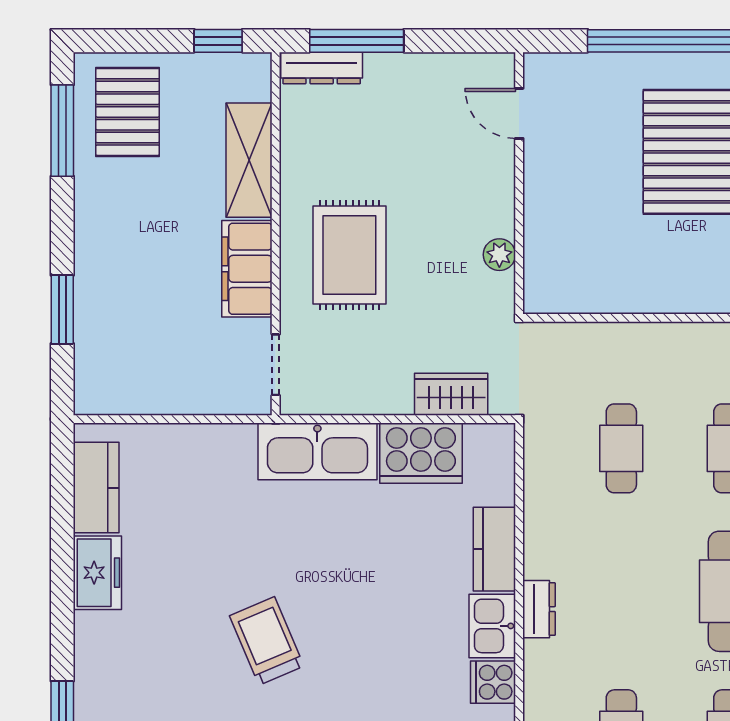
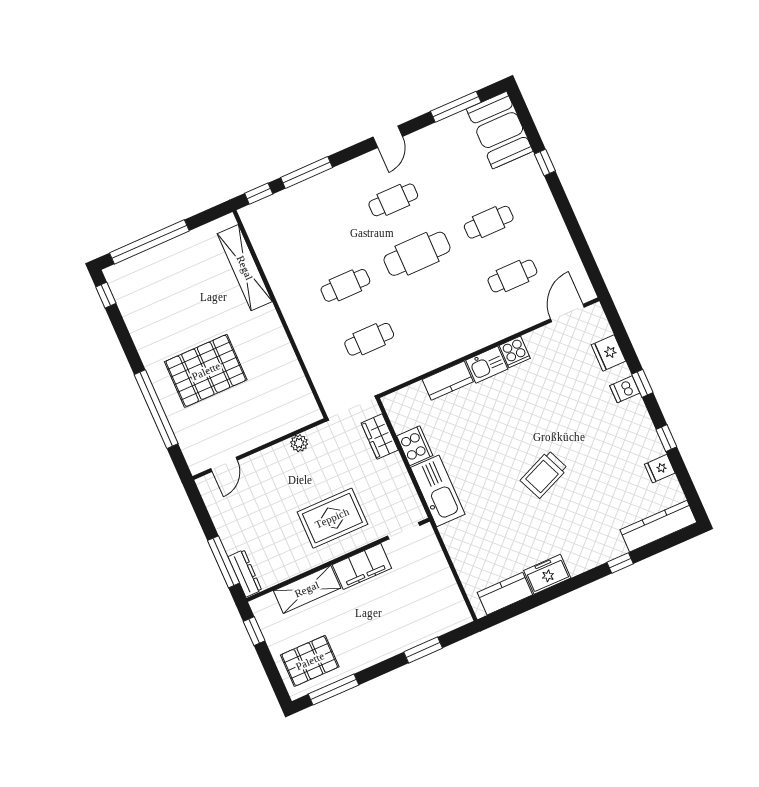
cooker: (421, 453) -> (415, 446), width x0.73, depth x0.76
dresser: (539, 609) -> (468, 345), removed

